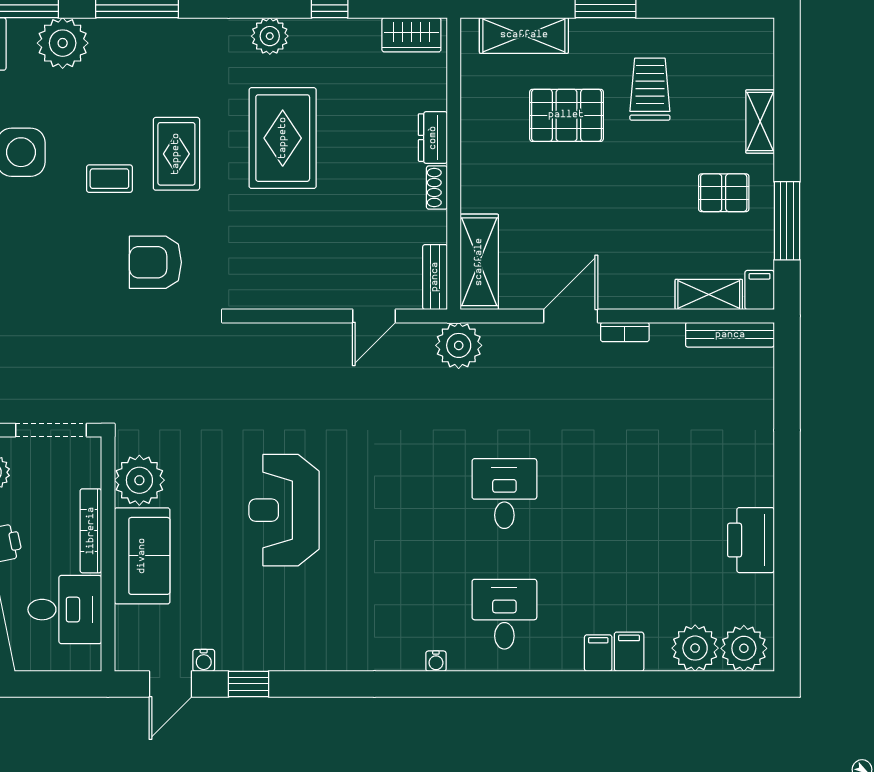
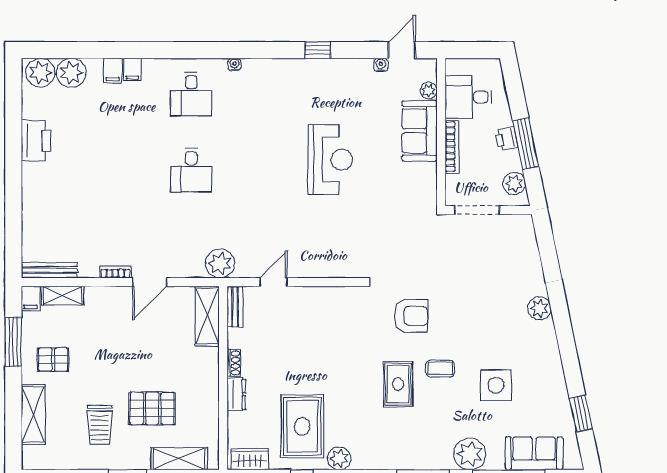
shelving: (760, 121) -> (33, 415), width x1.50, depth x1.33
rug: (283, 138) -> (302, 426), moved
plant: (139, 480) -> (429, 90), moved, width x0.53, depth x0.53
window: (249, 684) -> (318, 50), moved

